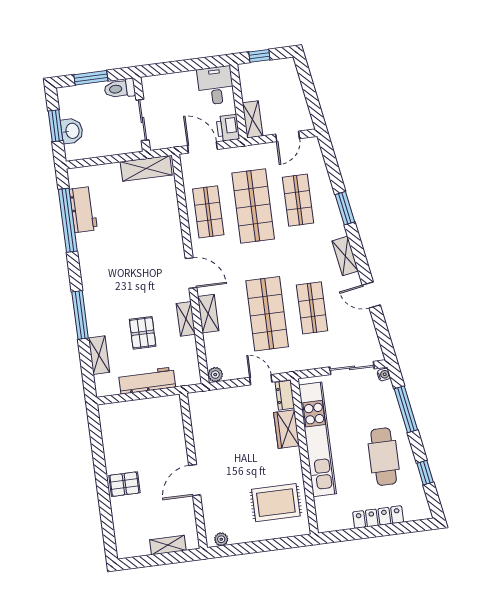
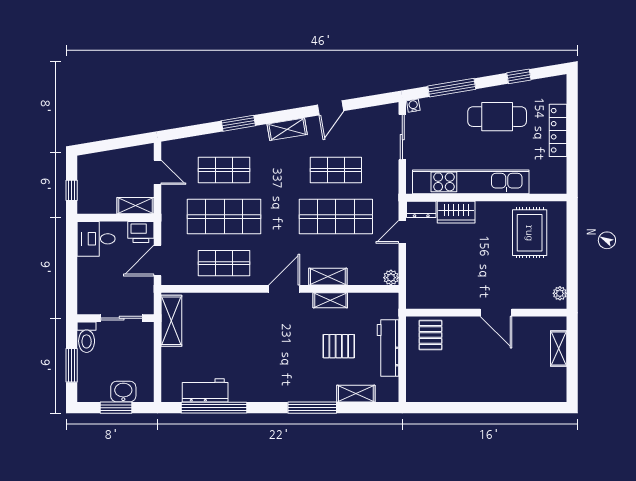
pallet: (124, 484) -> (430, 335), moved

